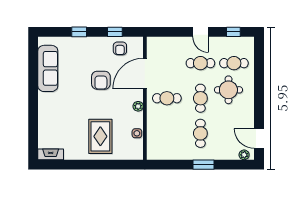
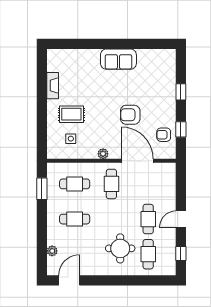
sofa: (48, 68) -> (118, 59), moved, width x0.73
cafe table: (200, 98) -> (75, 184), moved
side table: (137, 133) -> (71, 139), moved
rug: (100, 136) -> (71, 114), width x0.73, depth x0.70
fireplace: (51, 154) -> (53, 86), moved
plant: (244, 155) -> (52, 251), moved
window: (203, 165) -> (42, 189), moved

